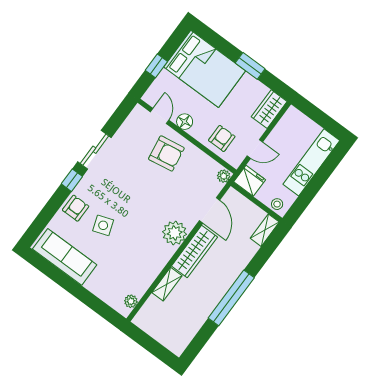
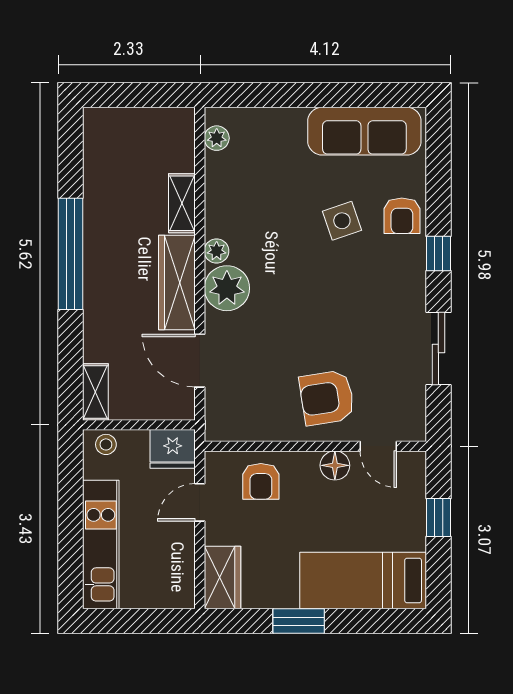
bed: (205, 69) -> (363, 580), width x0.67
sliding door: (94, 150) -> (438, 348), moved
plant: (224, 176) -> (217, 251), moved

